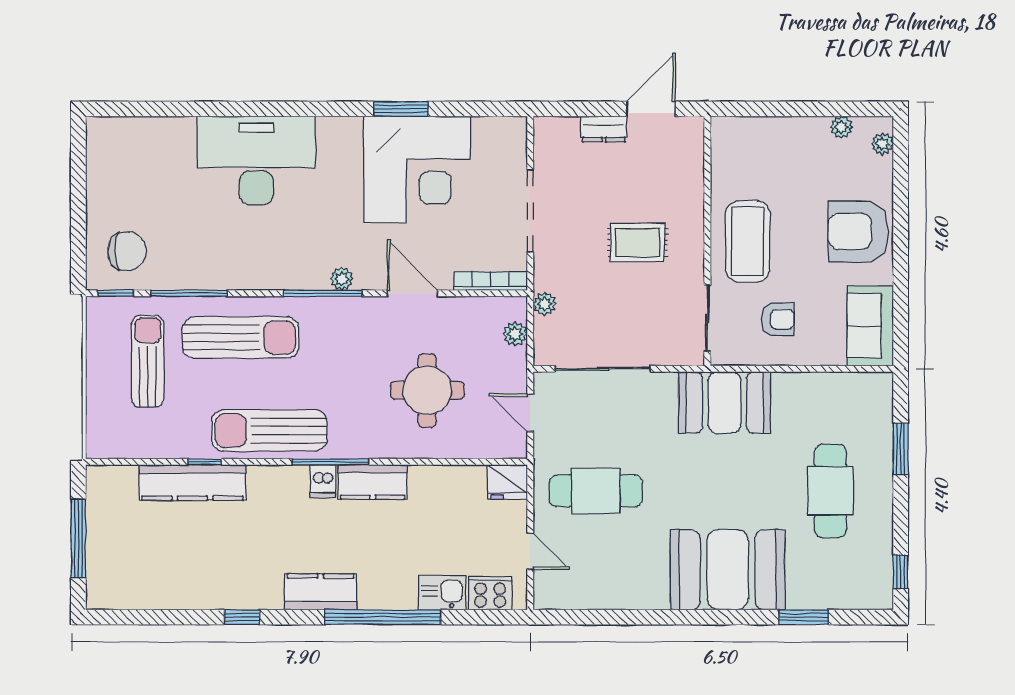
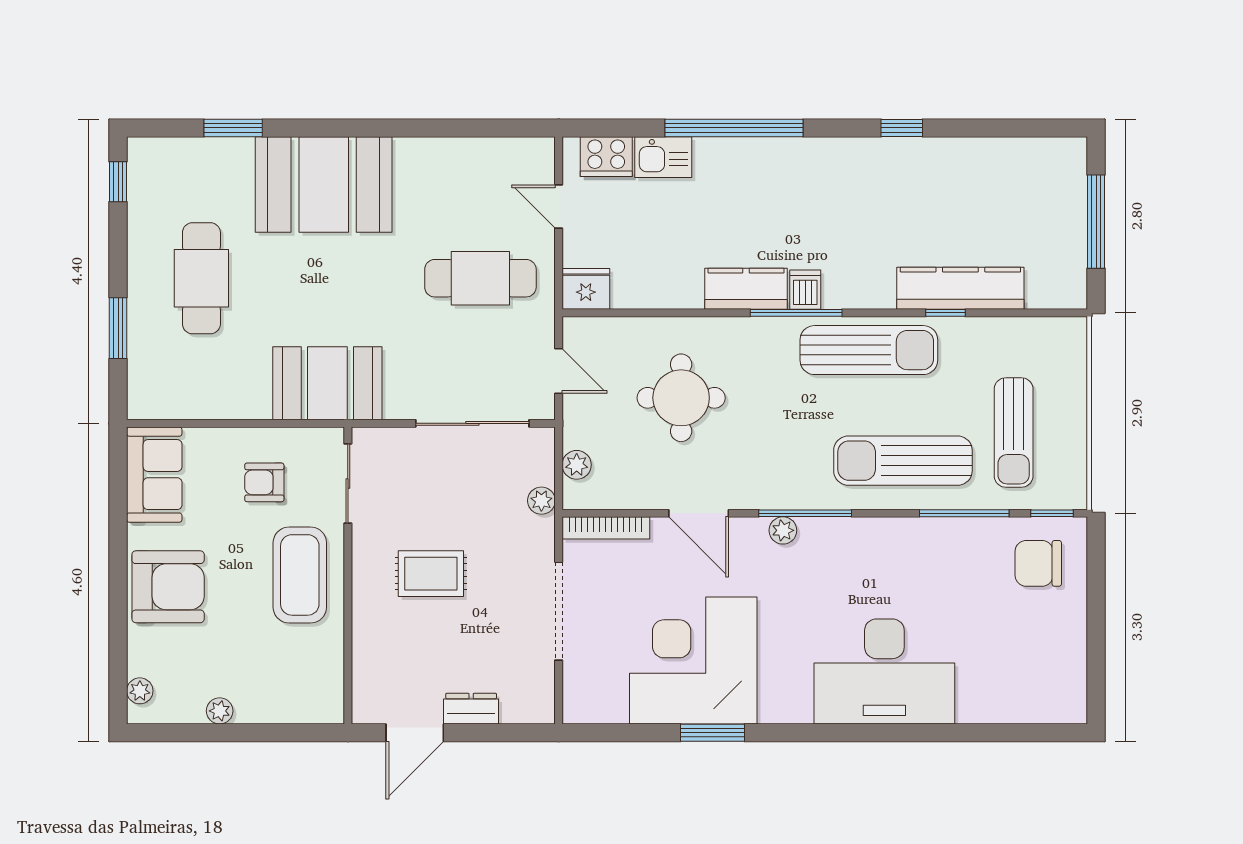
plant: (841, 127) -> (220, 711), moved
kitchen counter: (321, 592) -> (808, 158), removed

